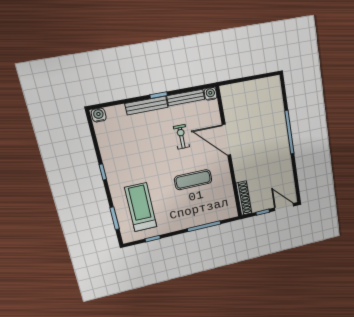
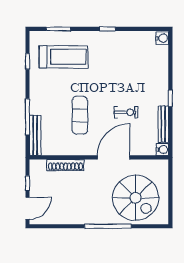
bench: (146, 105) -> (35, 135), moved
spiral stairs: (260, 111) -> (136, 198), added
shoe rack: (244, 198) -> (65, 165), moved

